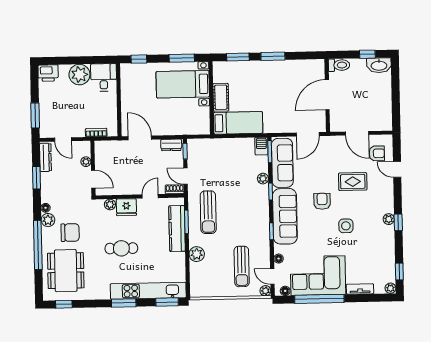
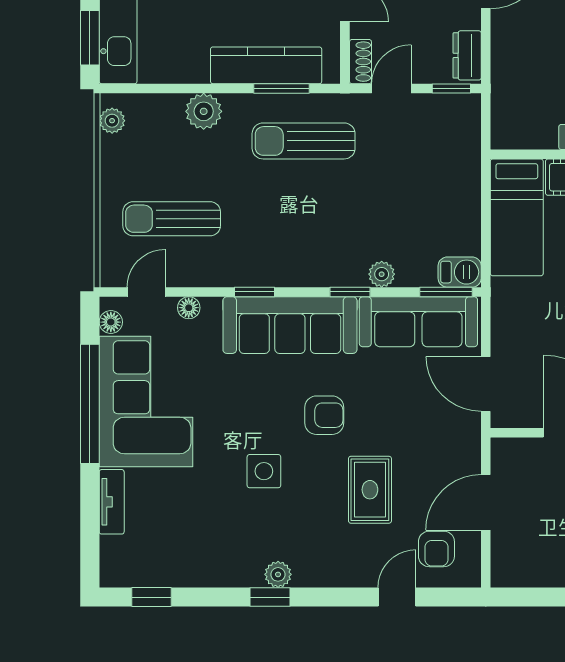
plant: (390, 288) -> (112, 575), removed
plant: (265, 291) -> (112, 121), moved

